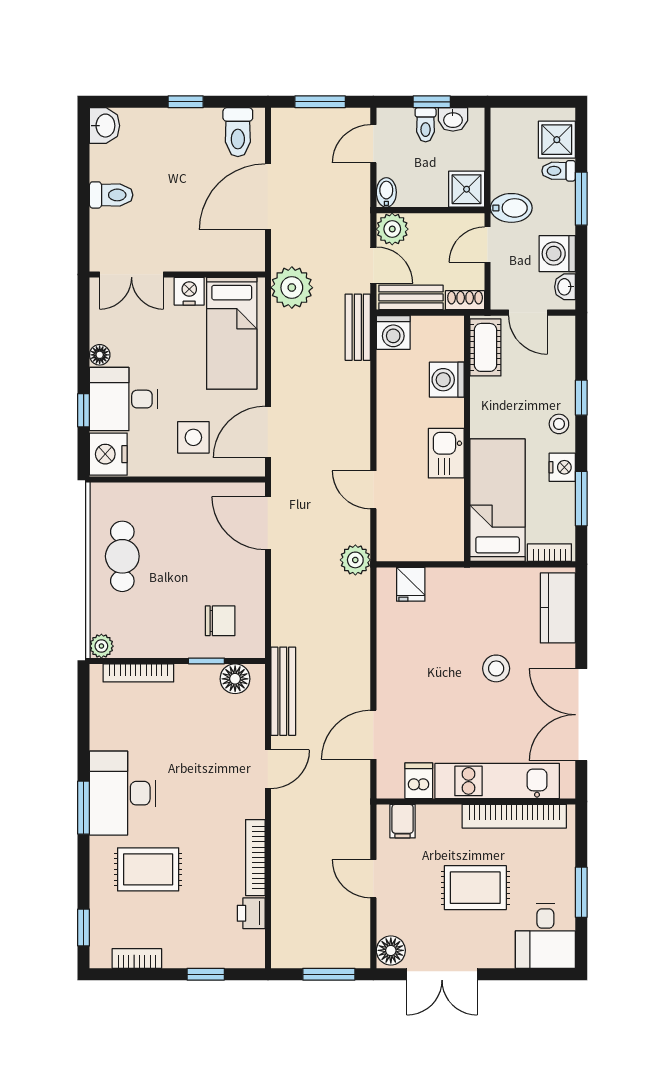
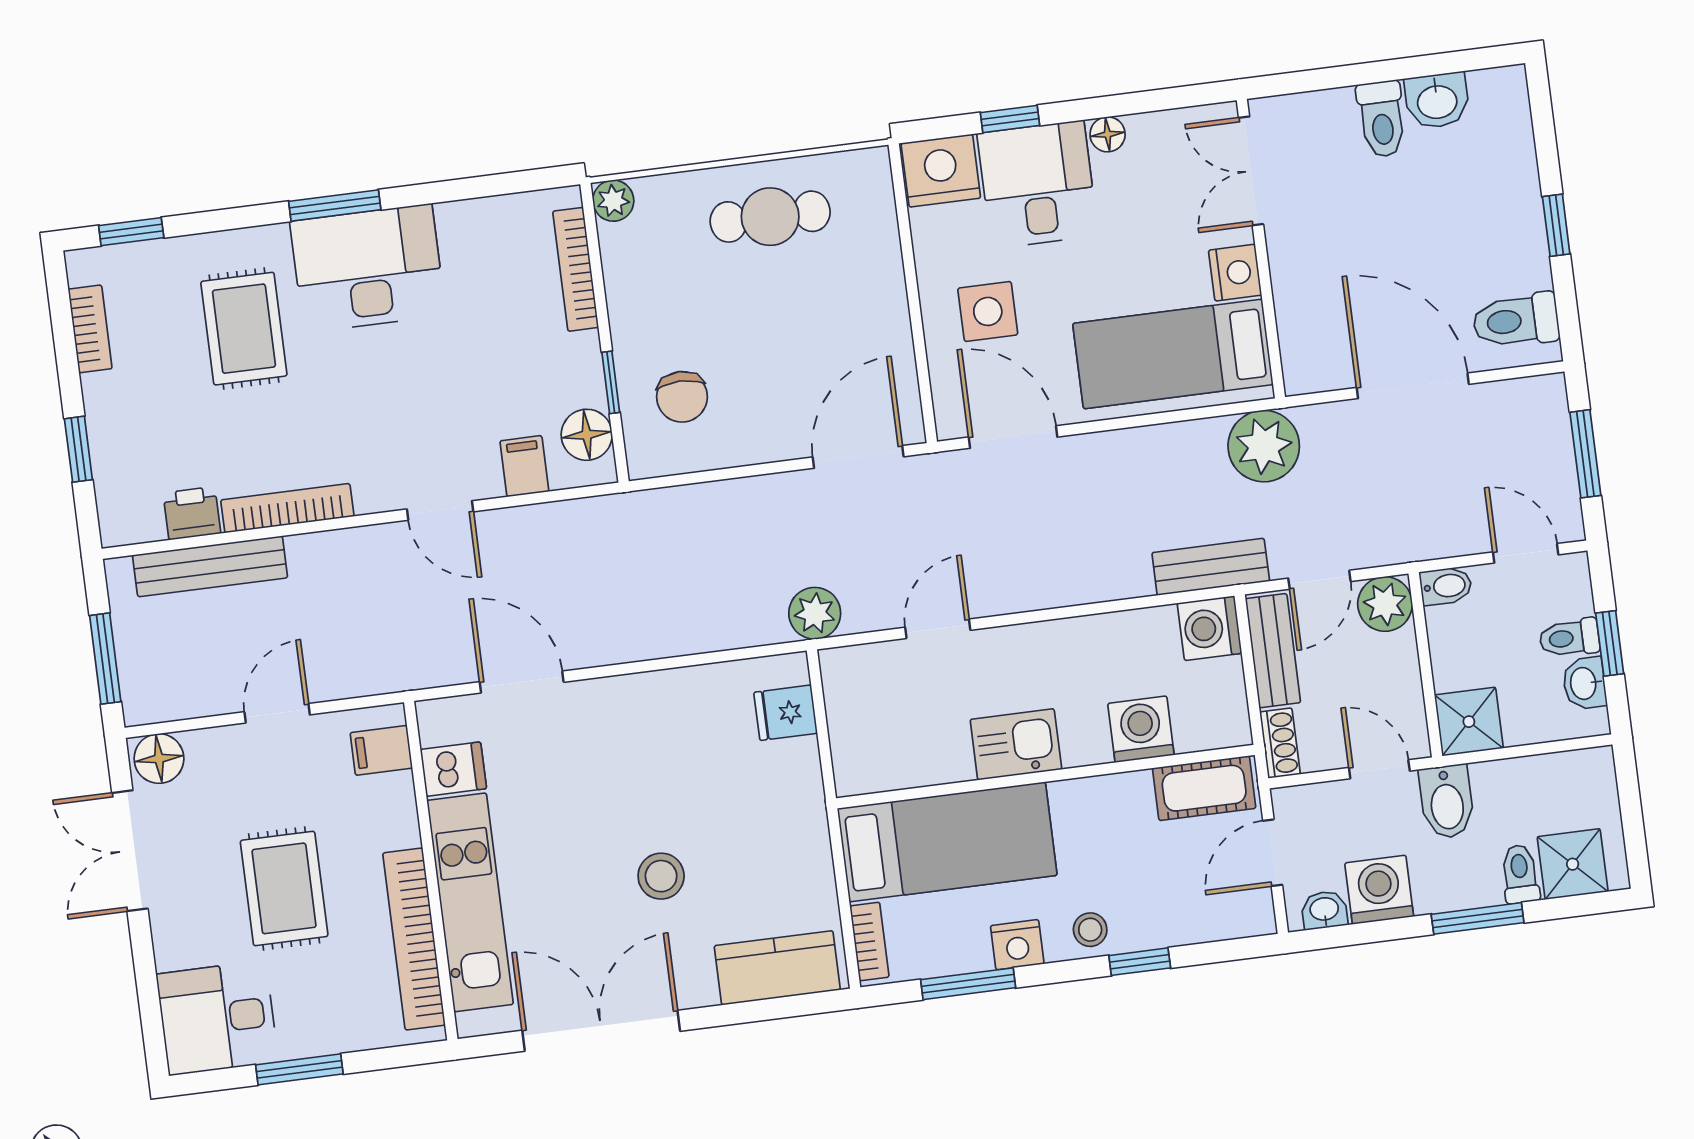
washbasin: (105, 126) -> (1437, 101), moved
bench: (283, 691) -> (210, 566), moved
filing cabinet: (249, 717) -> (524, 466), added

